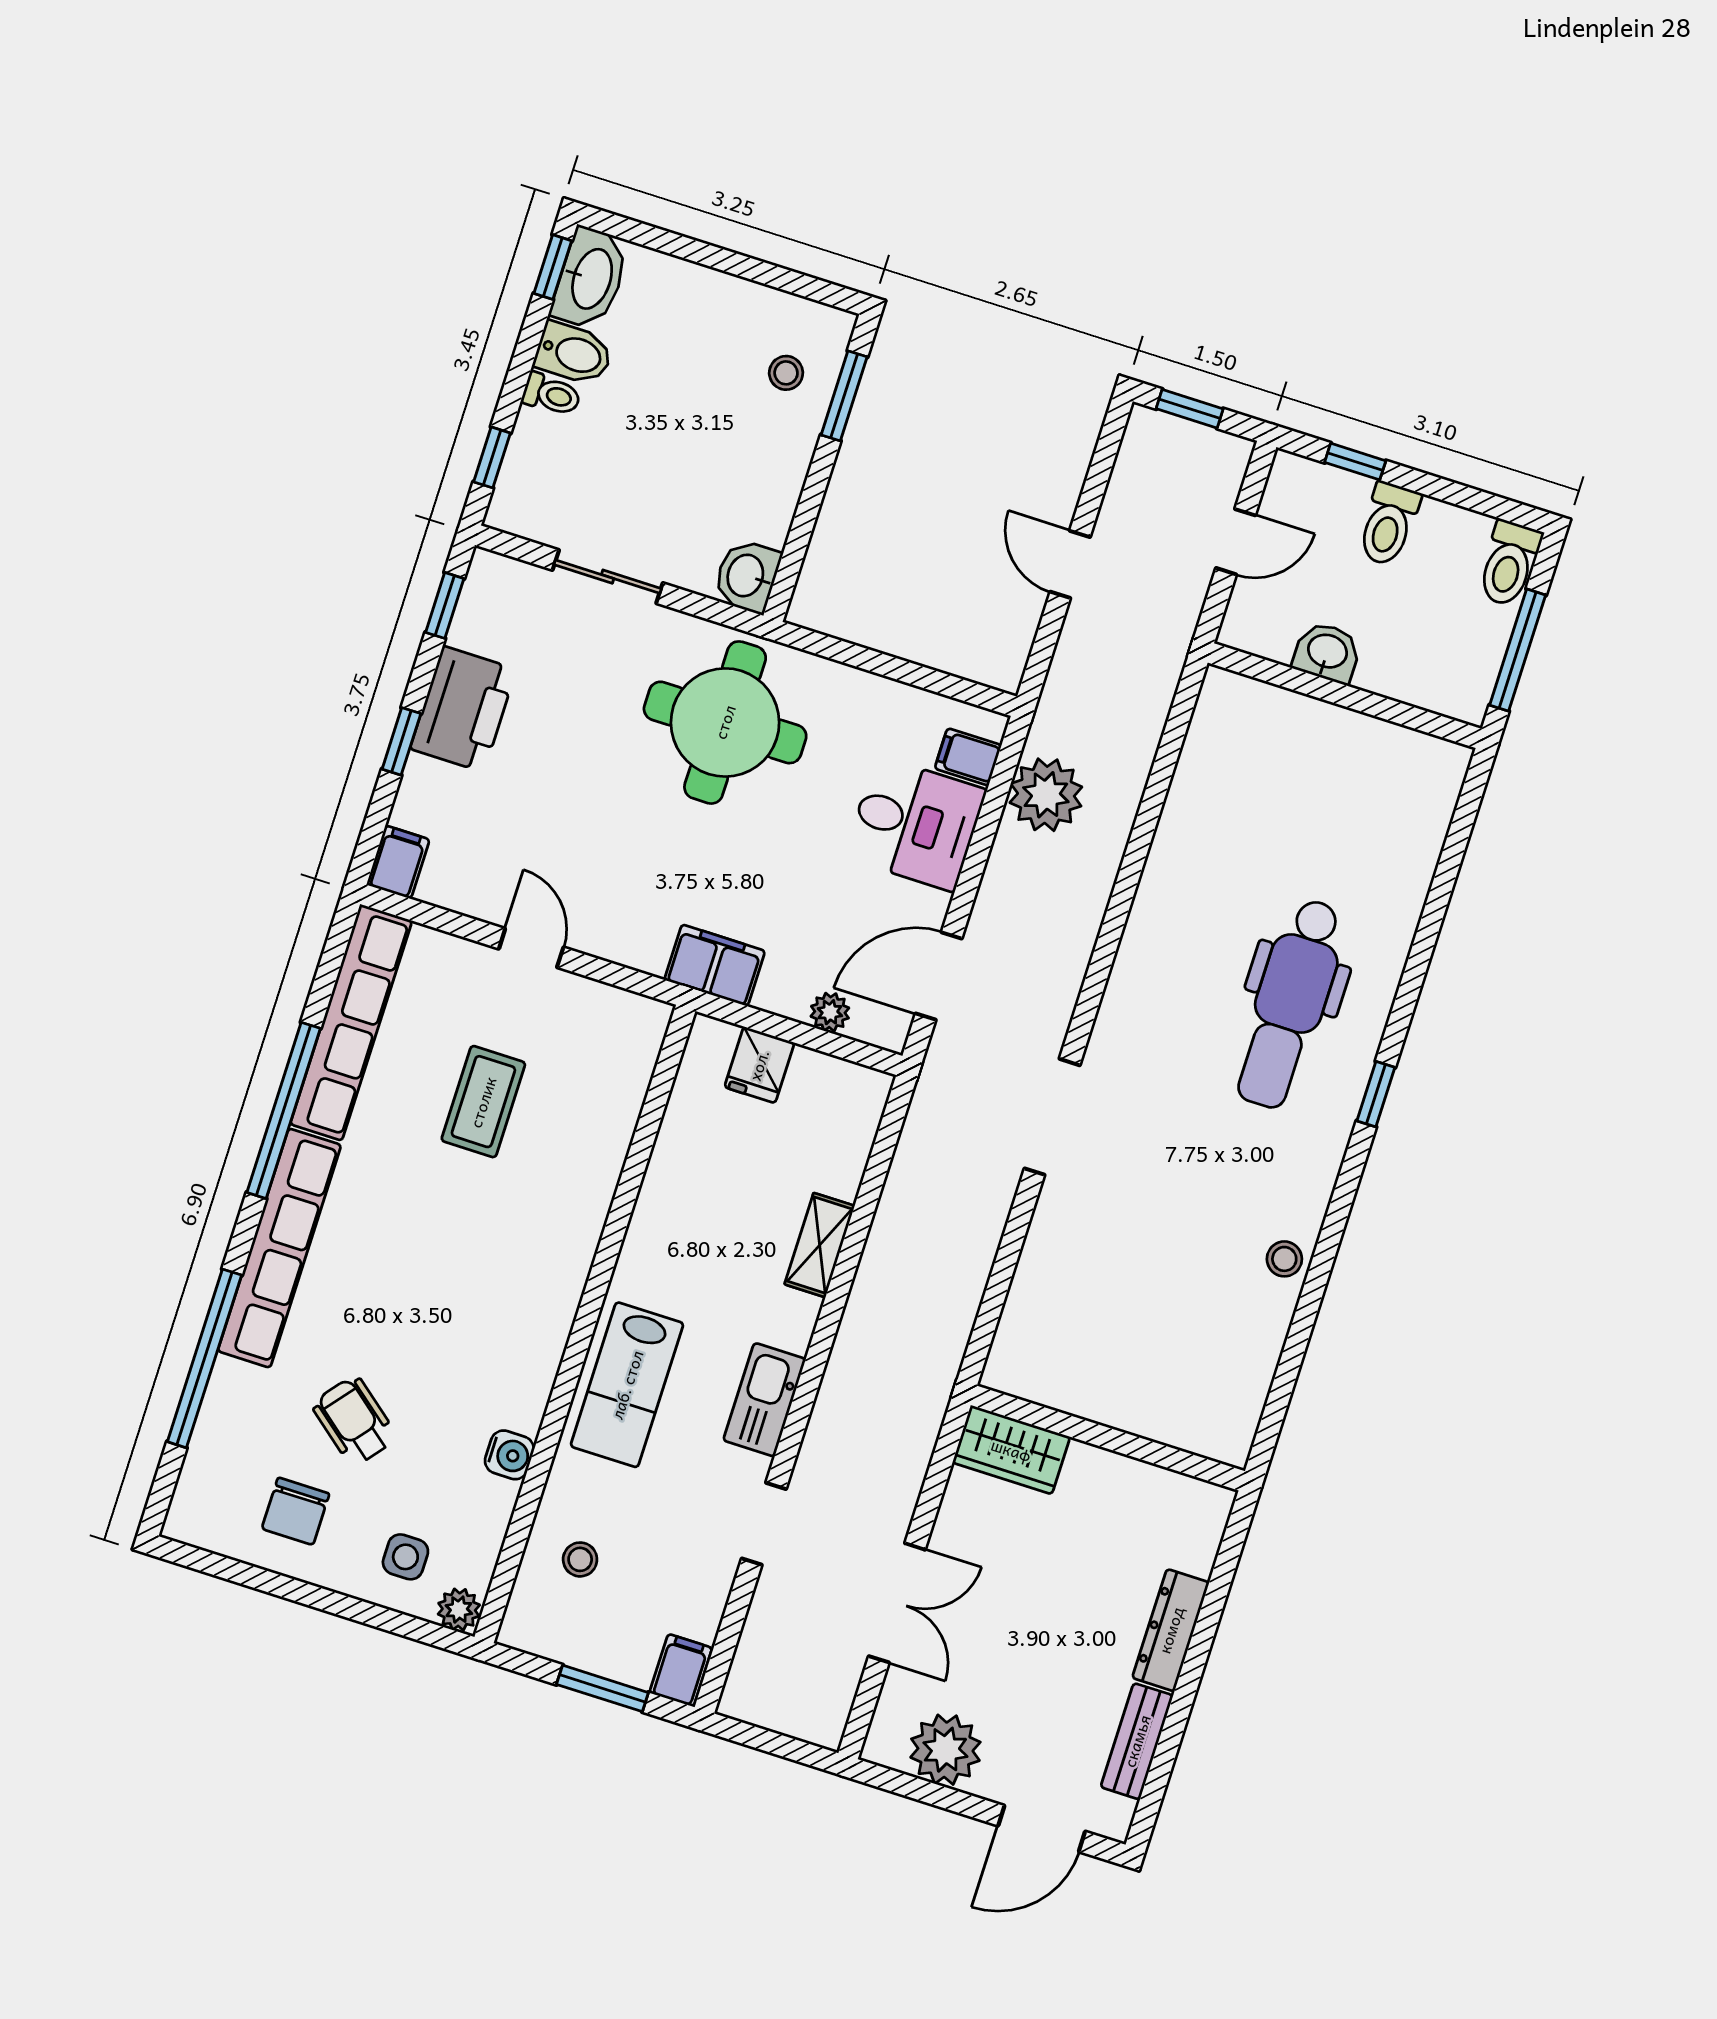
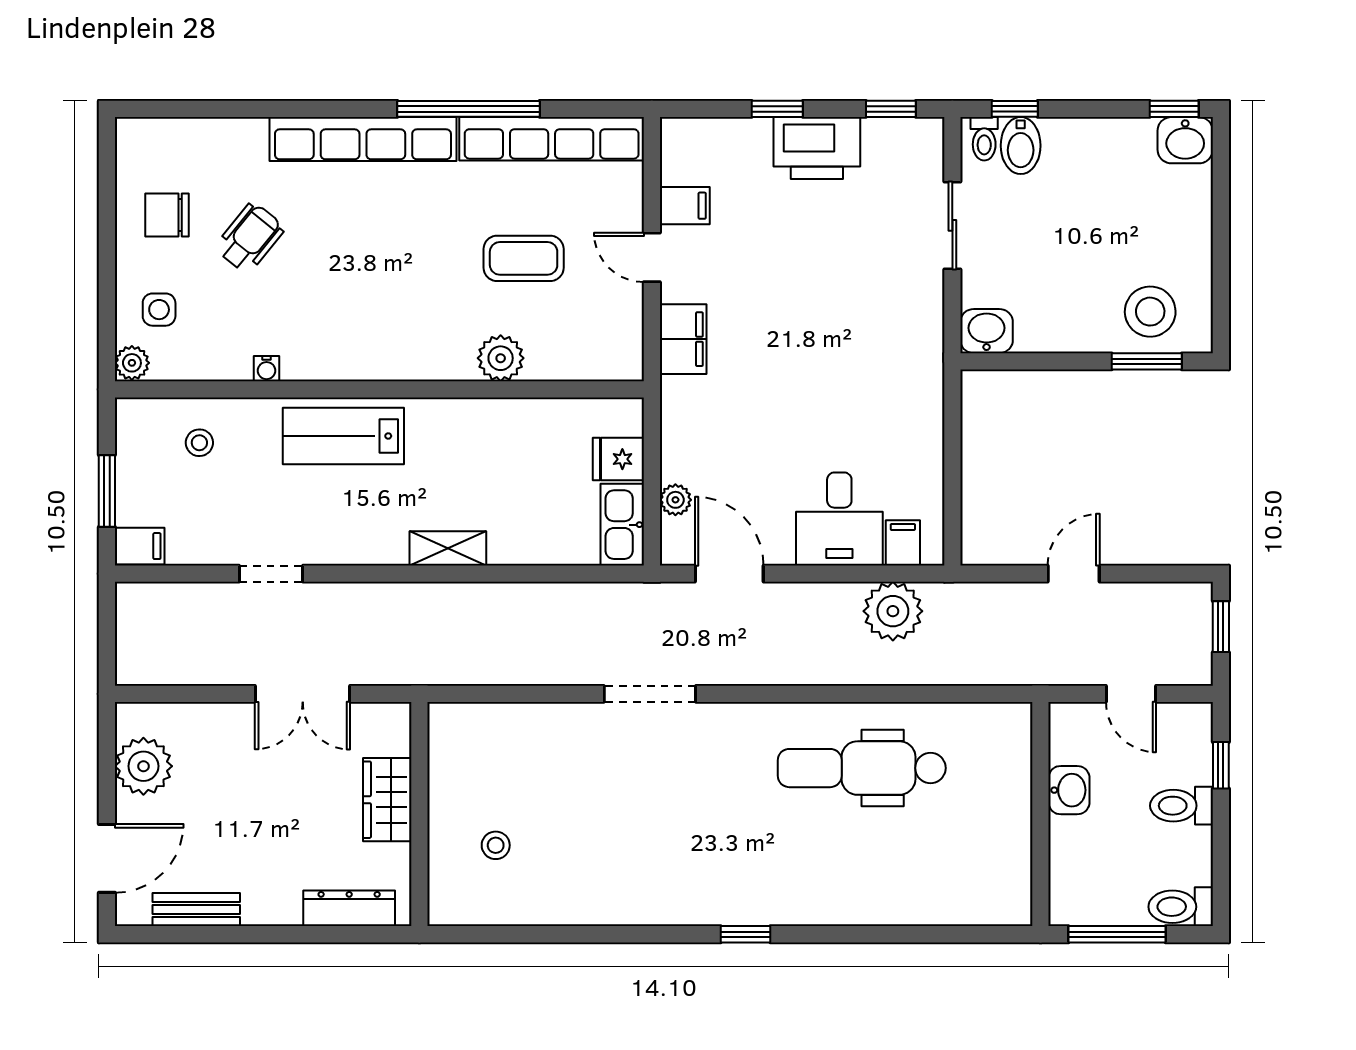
washbasin: (590, 278) -> (1185, 140), width x0.72
bidet: (573, 354) -> (1021, 146), moved
stool: (786, 373) -> (1150, 312), width x1.89, depth x1.89
toilet: (551, 395) -> (984, 139), moved
round table: (725, 722) -> (870, 350), removed
filing cabinet: (398, 862) -> (685, 206), moved
door: (531, 948) -> (652, 257), swing flipped
filing cabinet: (715, 965) -> (683, 339), moved
dental chair: (1290, 1004) -> (862, 768), moved
plant: (594, 1167) -> (501, 358), added
shelving: (820, 1245) -> (448, 548), moved
stool: (1284, 1259) -> (496, 845), moved
window: (204, 1358) -> (261, 109), removed
kitchen sink: (764, 1400) -> (622, 525), moved, turned -90
wardrobe: (1011, 1450) -> (387, 800), moved
water cooler: (509, 1455) -> (267, 369), width x0.72, depth x0.72
double door: (897, 1603) -> (303, 694), moved
dresser: (1171, 1630) -> (349, 908), moved
door: (1042, 1829) -> (107, 858), swing flipped

